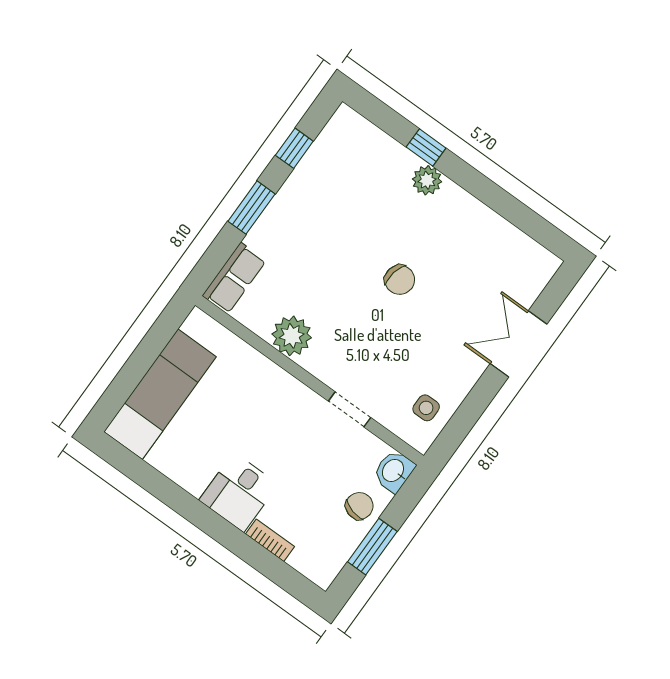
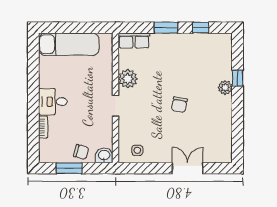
doorway: (350, 409) -> (116, 106), moved

